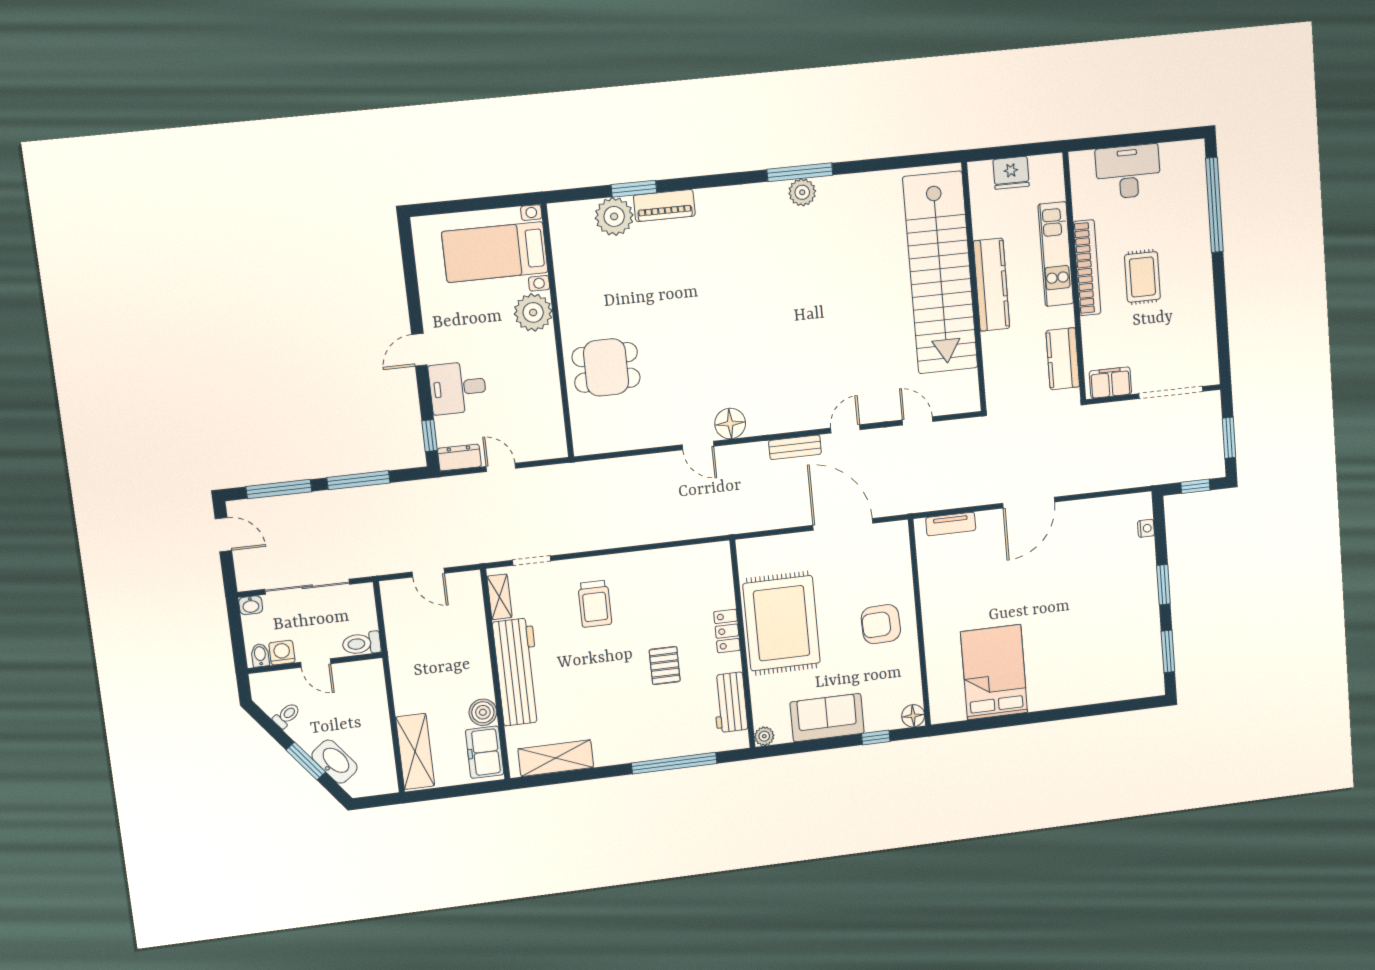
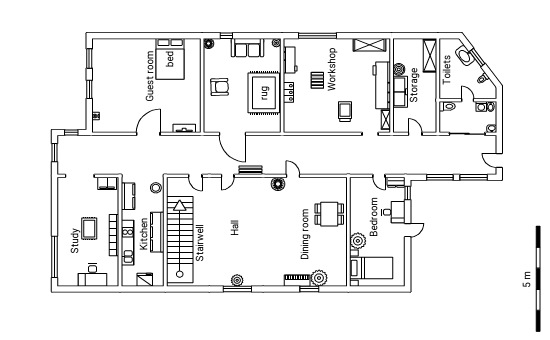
stool: (1003, 385) -> (156, 188), added
freezer: (485, 752) -> (400, 92), moved, width x1.40

